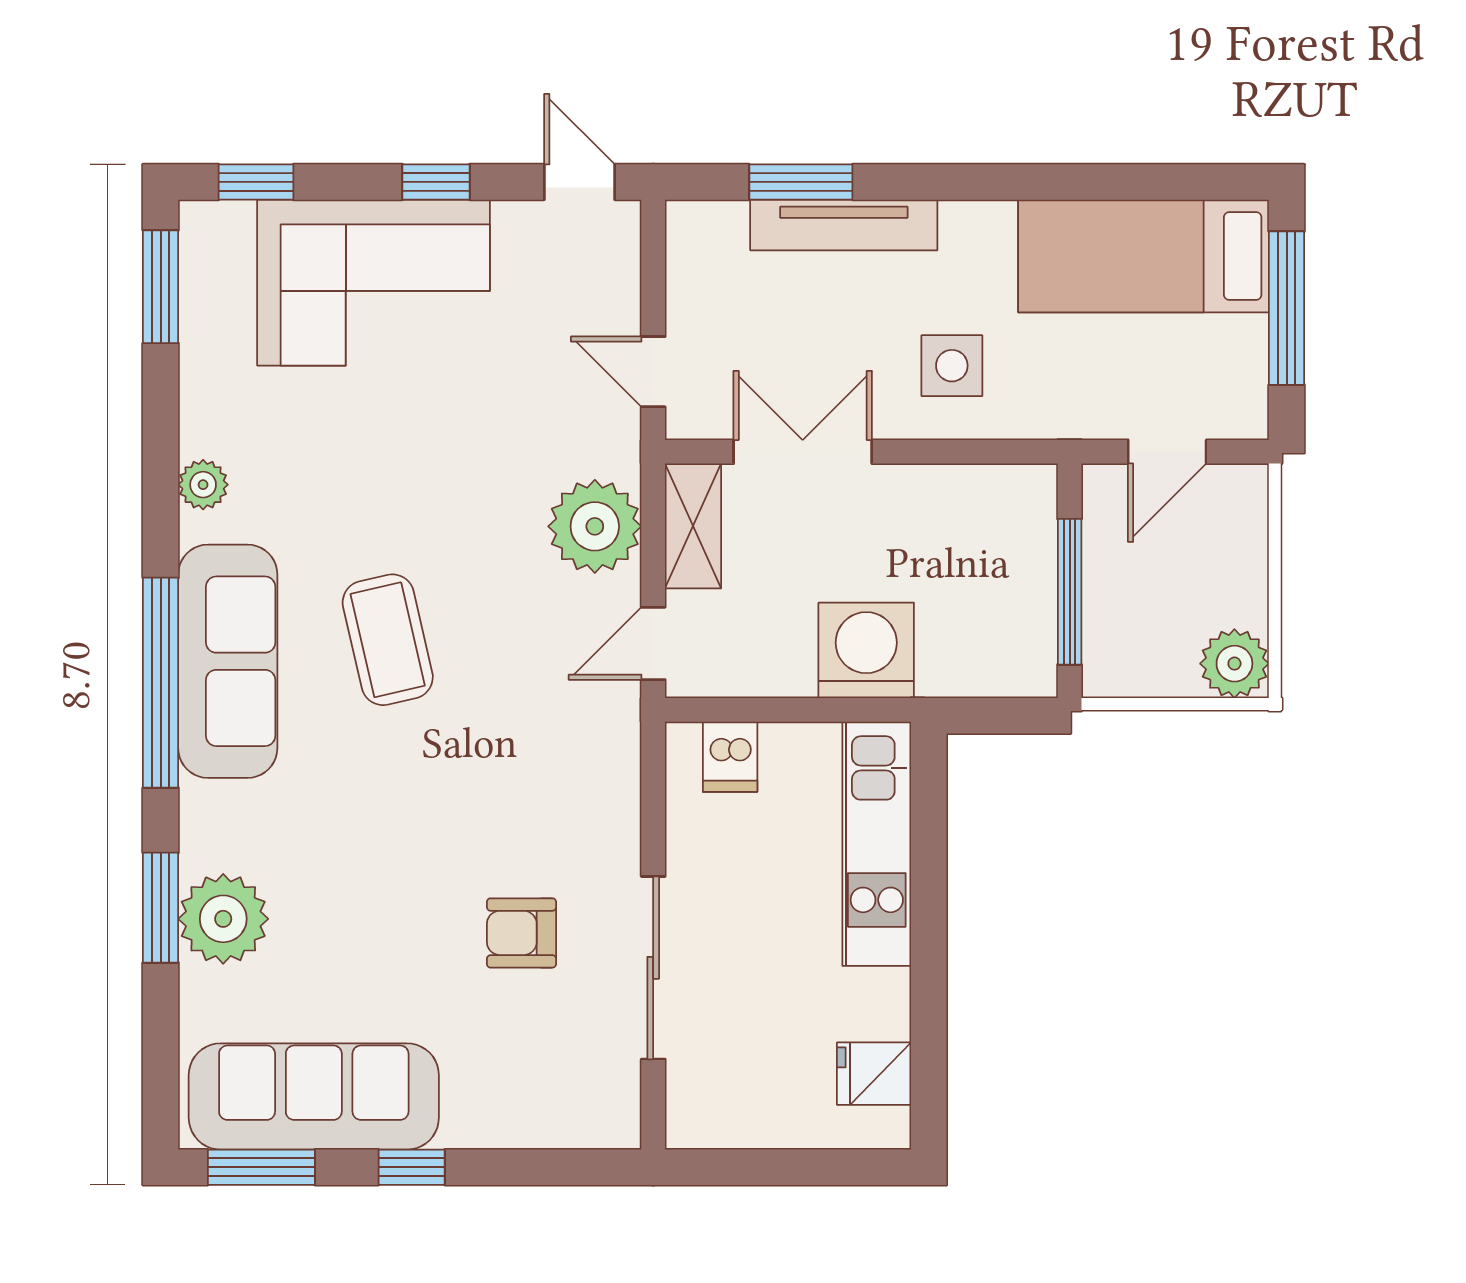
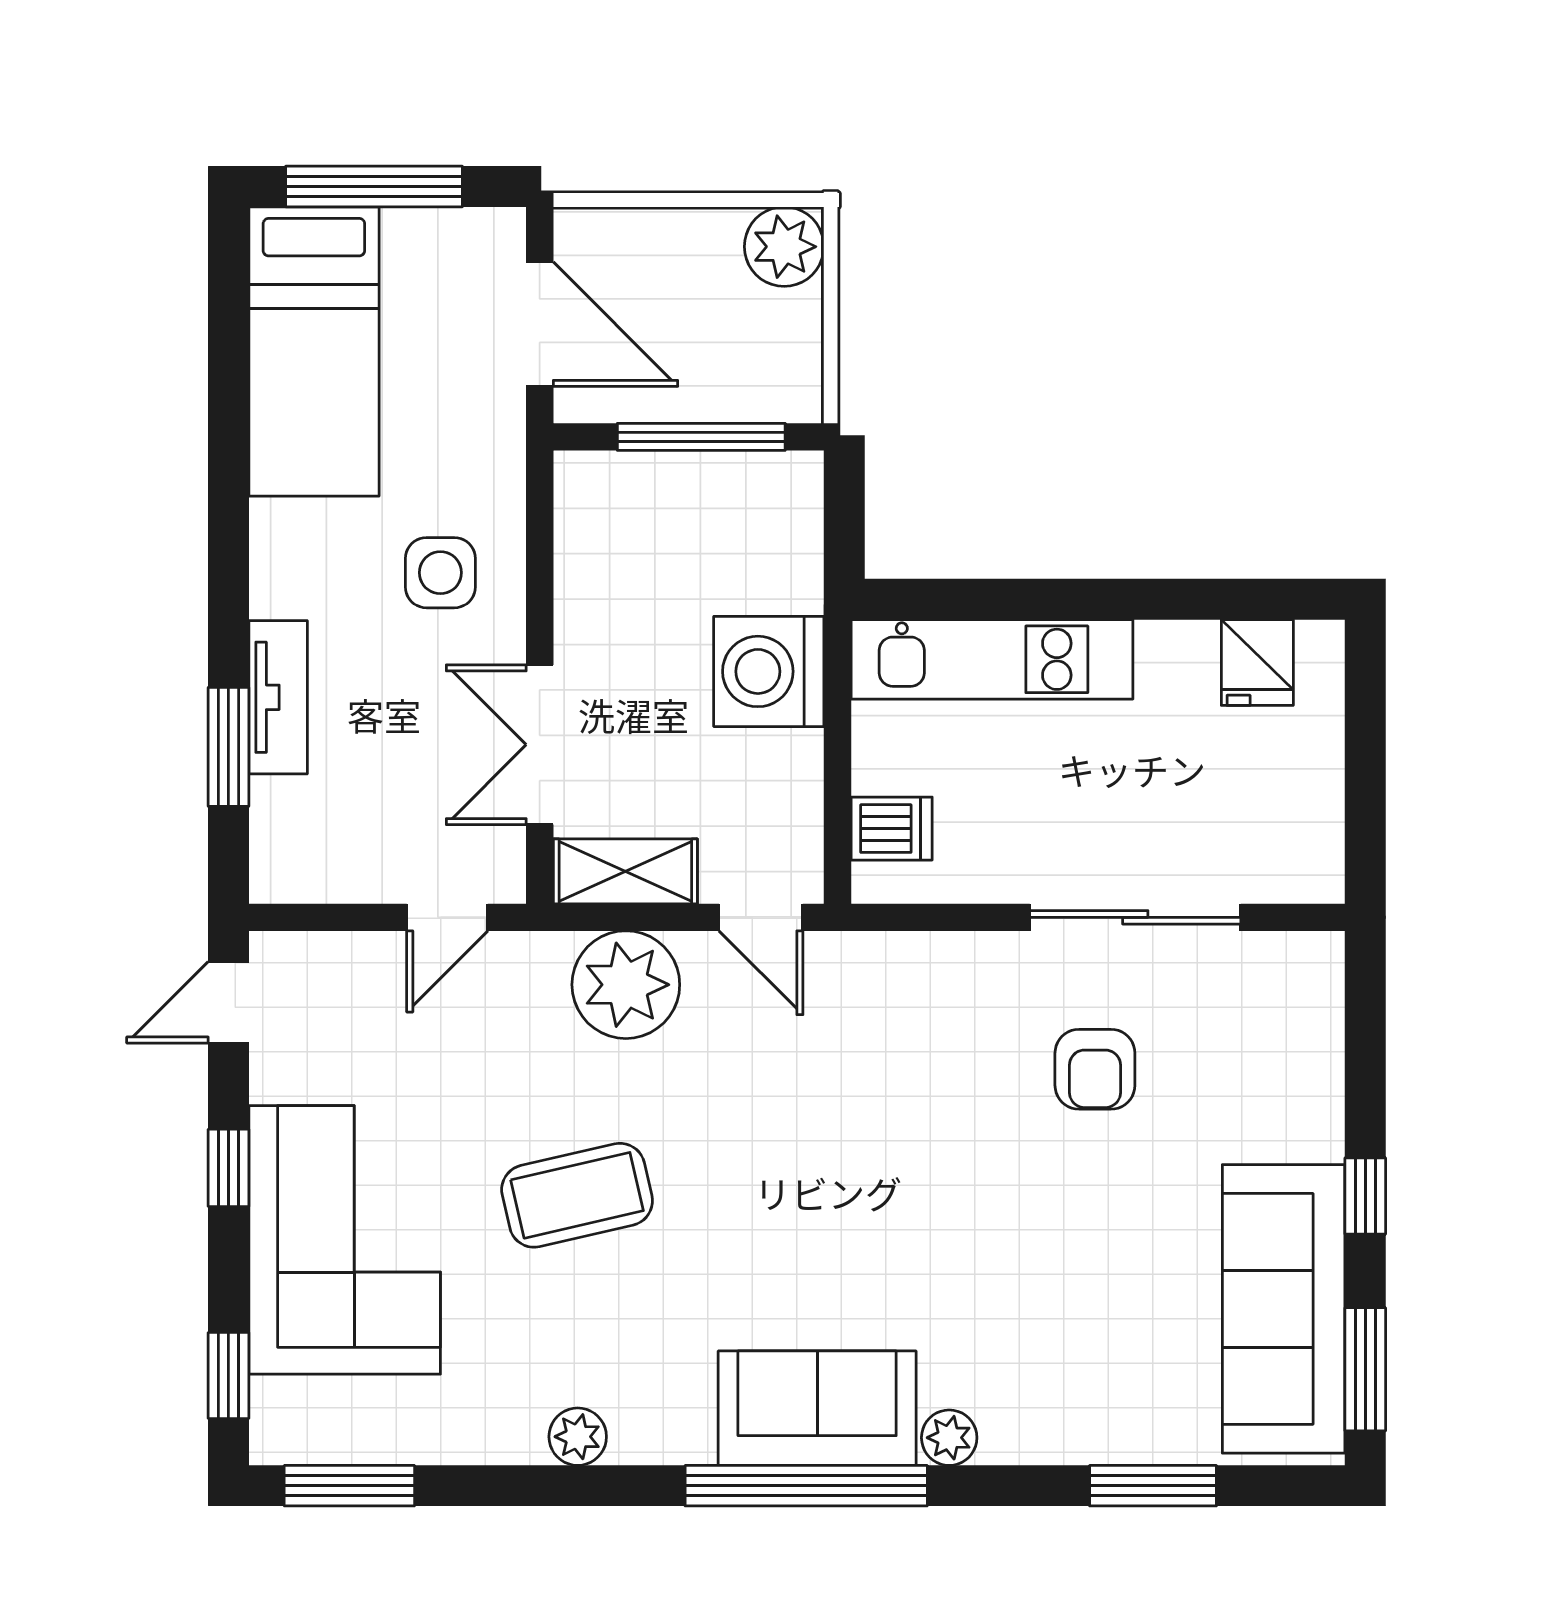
tv unit: (844, 225) -> (278, 697), width x0.71
door: (1167, 452) -> (540, 324), width x1.38
coffee table: (388, 640) -> (577, 1195), moved
sofa: (228, 661) -> (817, 1408), width x0.73
window: (161, 908) -> (1153, 1486), moved
plant: (223, 919) -> (949, 1438), moved, width x0.53, depth x0.53

